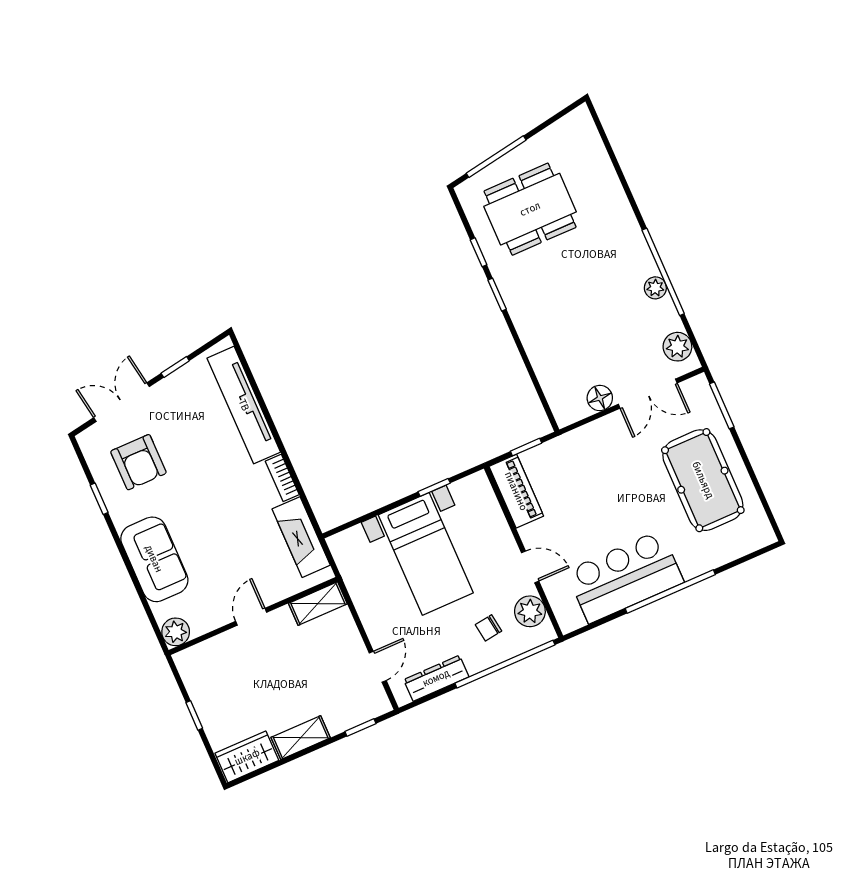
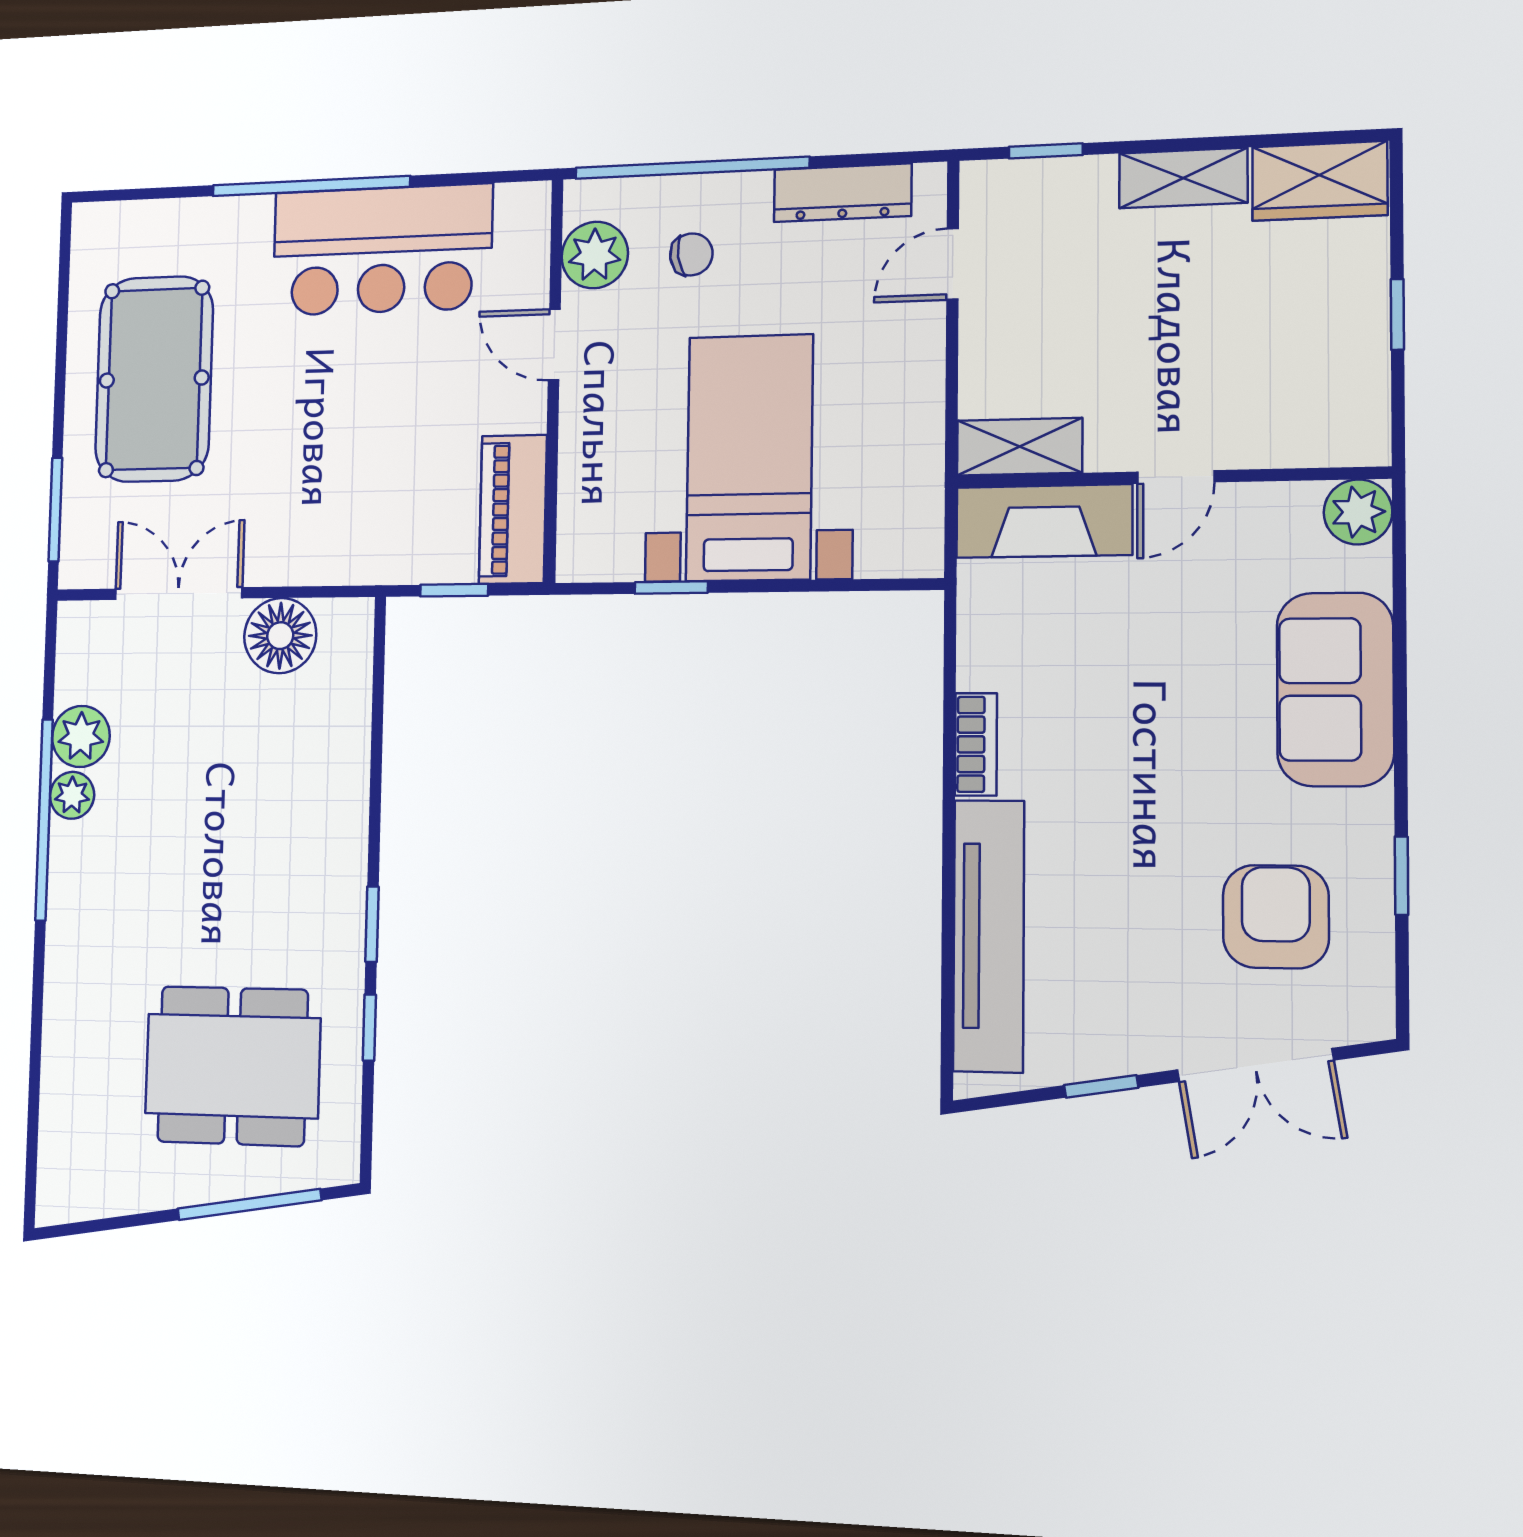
plant: (677, 347) -> (81, 736), moved
floor lamp: (600, 398) -> (280, 636), width x1.38, depth x1.38
fireplace: (301, 537) -> (1044, 521), moved, turned 90

